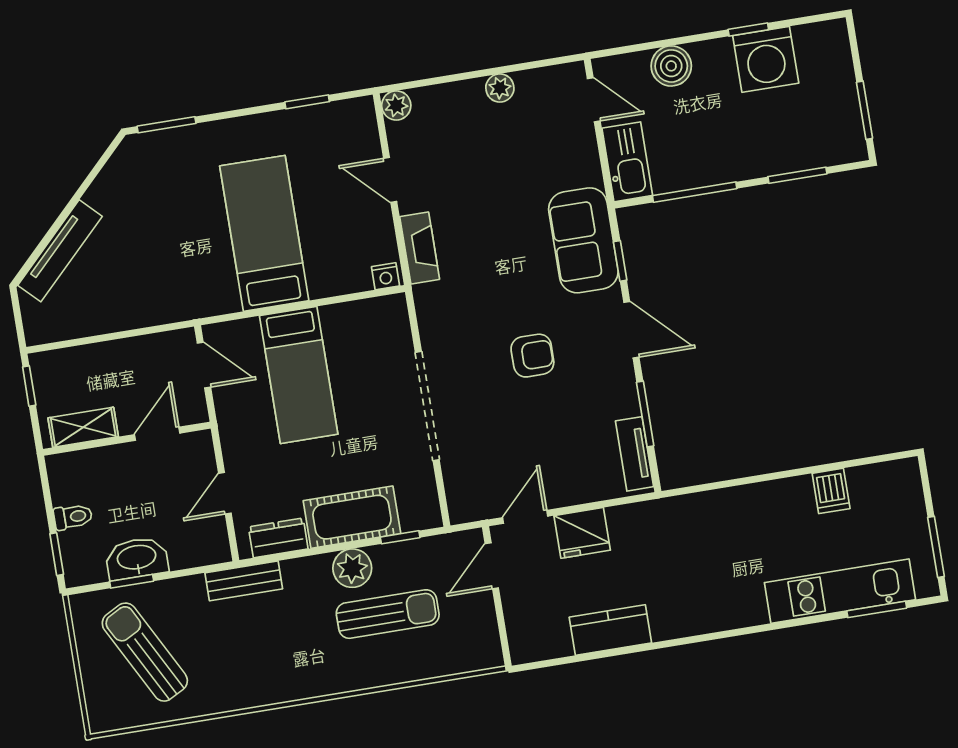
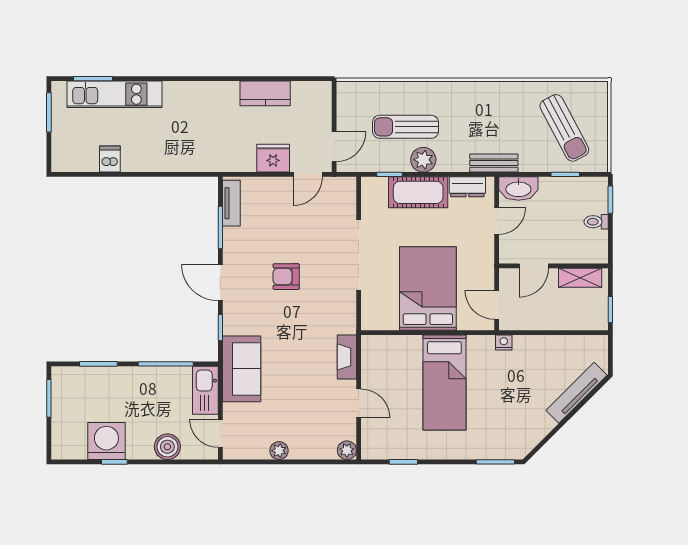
sofa: (583, 240) -> (242, 369), moved
nightstand: (386, 276) -> (504, 342), moved
bed: (299, 375) -> (428, 289), width x1.50
washbasin: (137, 558) -> (518, 189), moved

